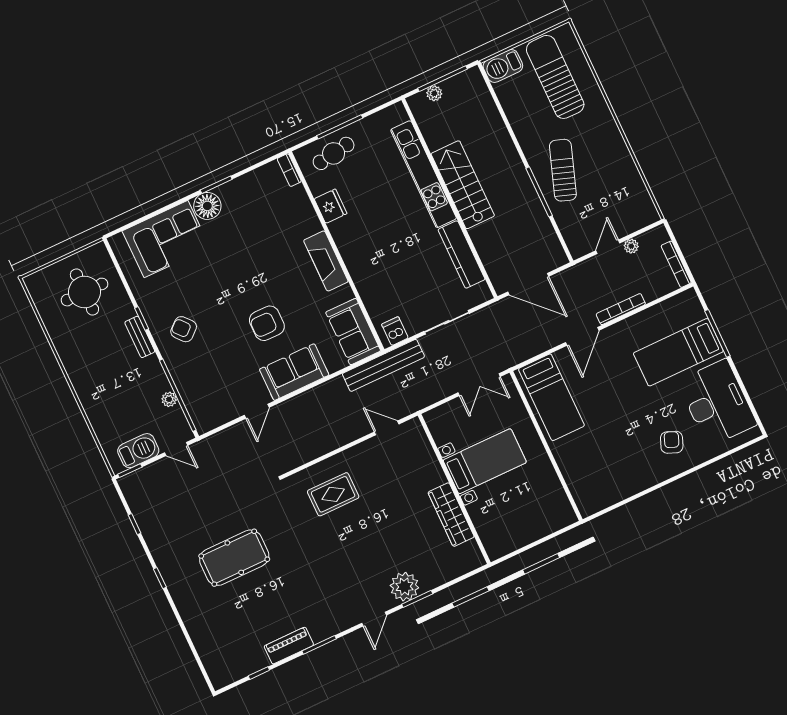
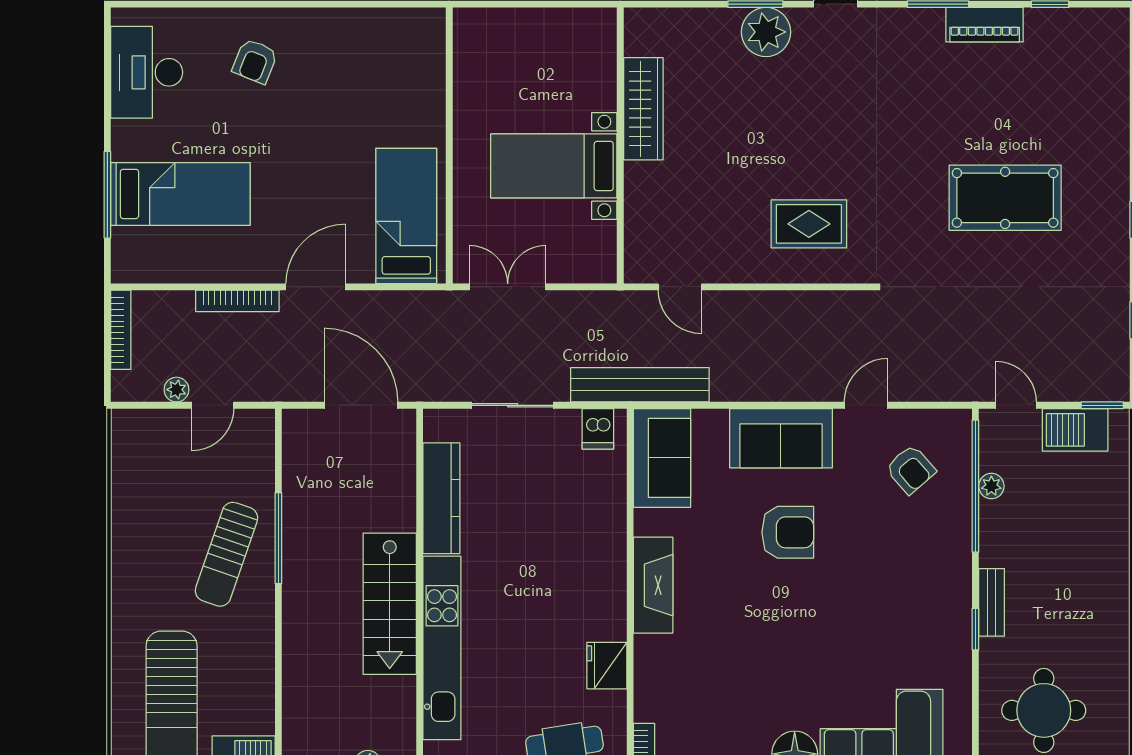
armchair: (184, 329) -> (911, 469), moved
desk: (717, 403) -> (147, 72), width x0.73, depth x0.77

